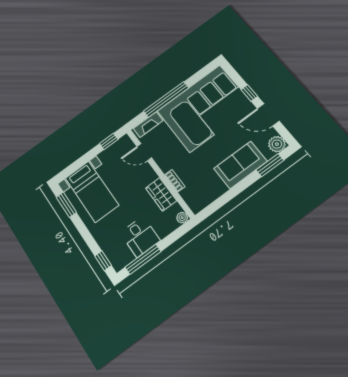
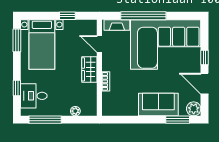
window: (109, 141) -> (67, 16), moved
wardrobe: (161, 194) -> (89, 69), moved
plant: (182, 218) -> (75, 111), moved
desk: (140, 237) -> (34, 96), moved, turned 90
window: (103, 261) -> (17, 88), moved

